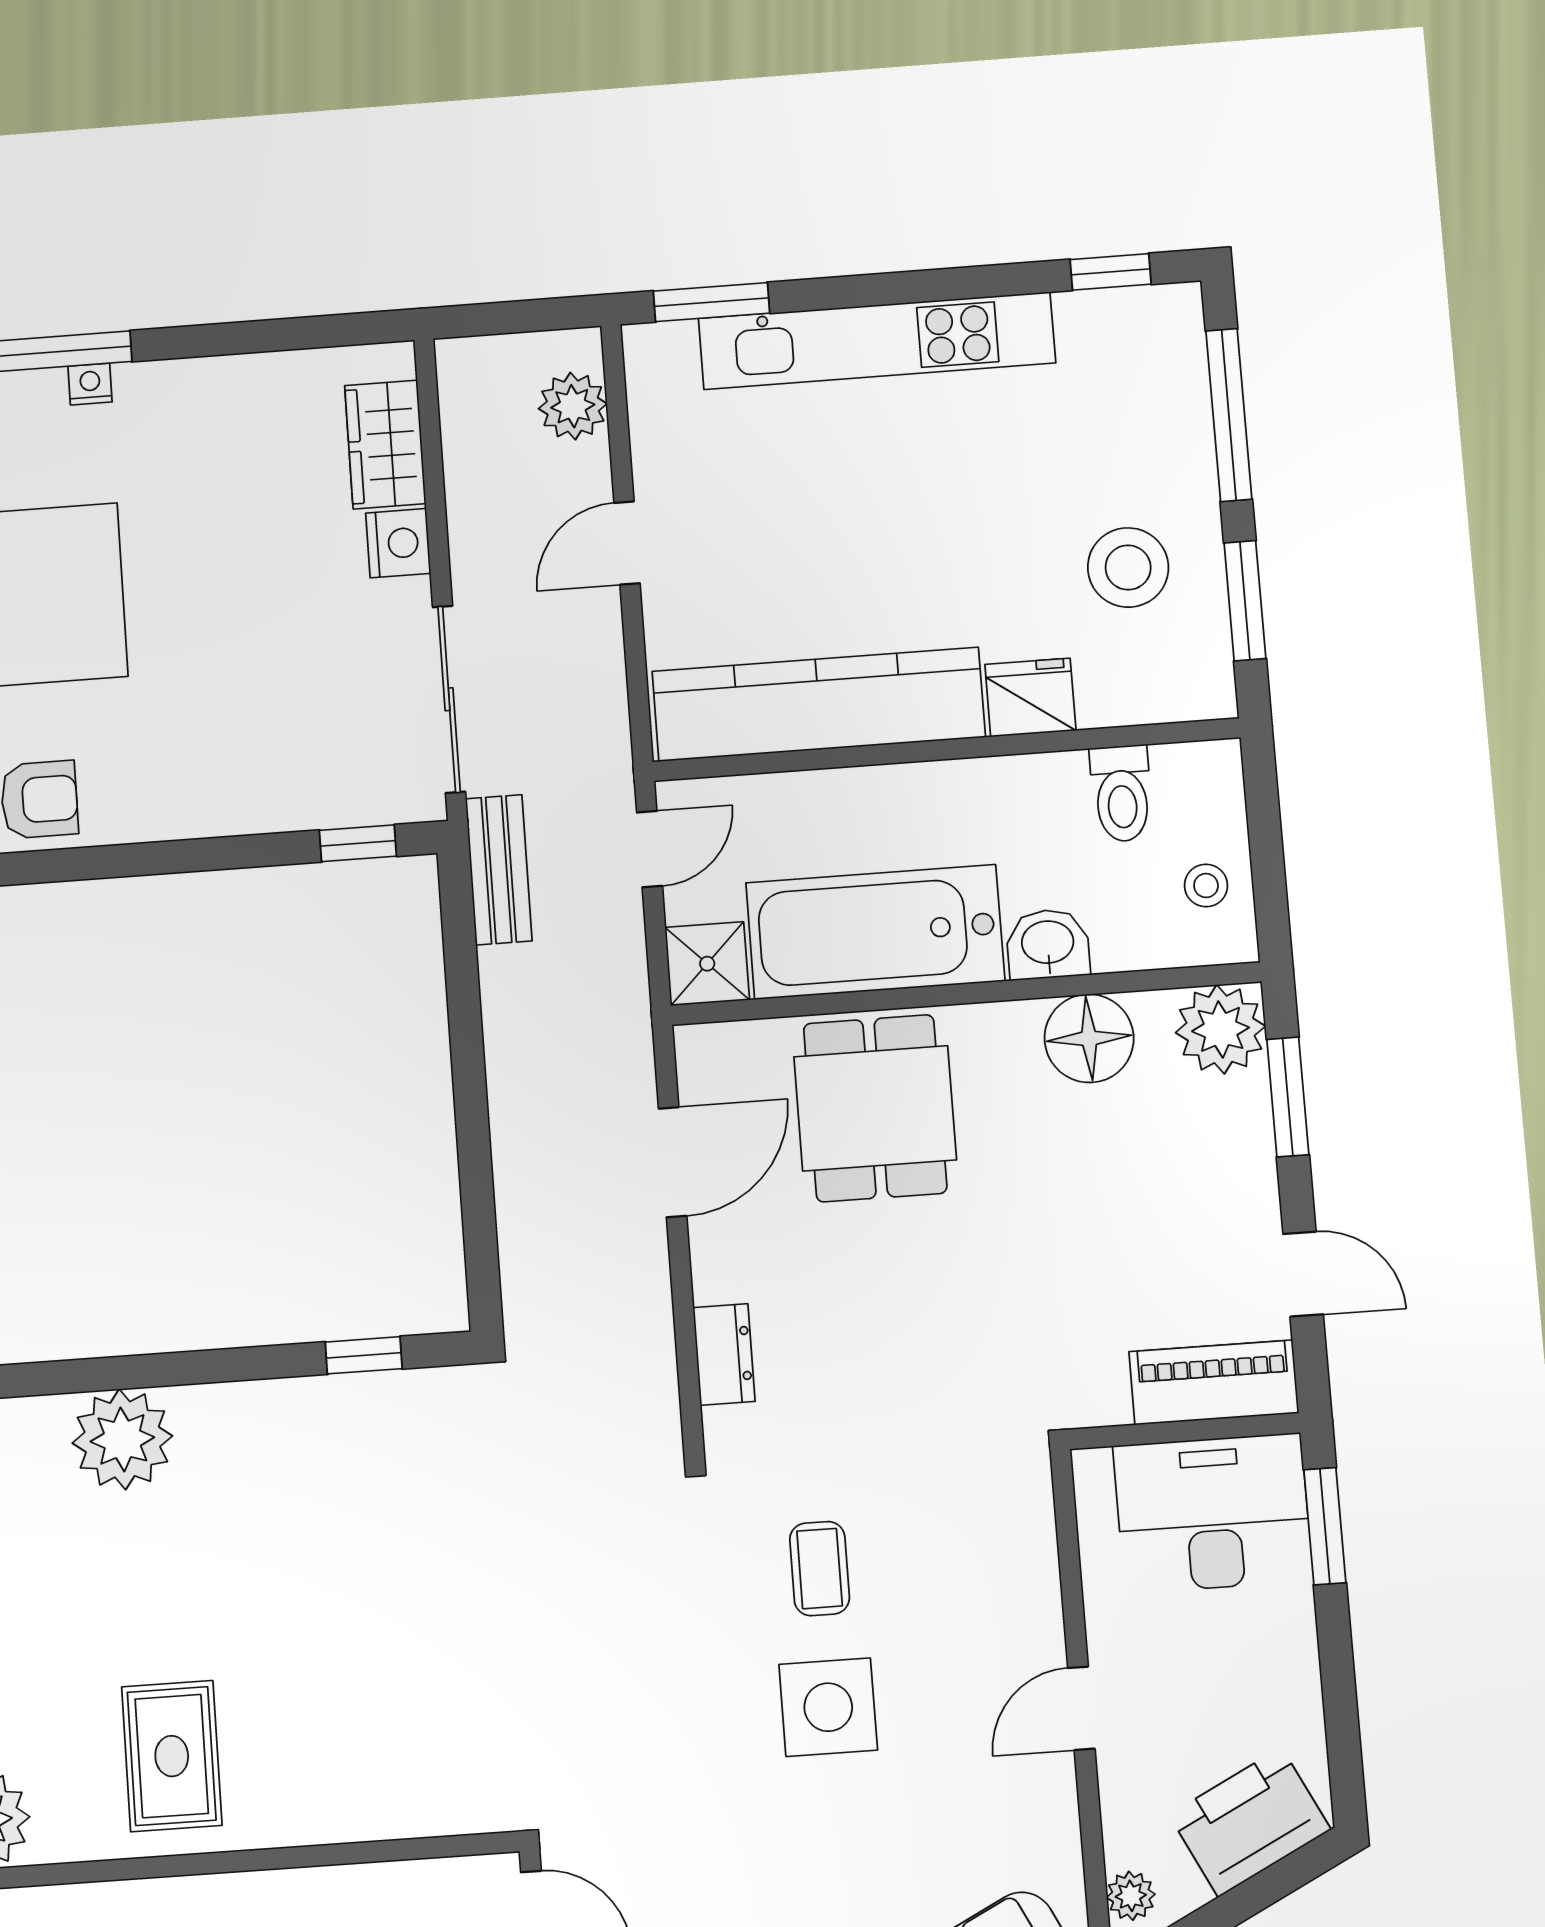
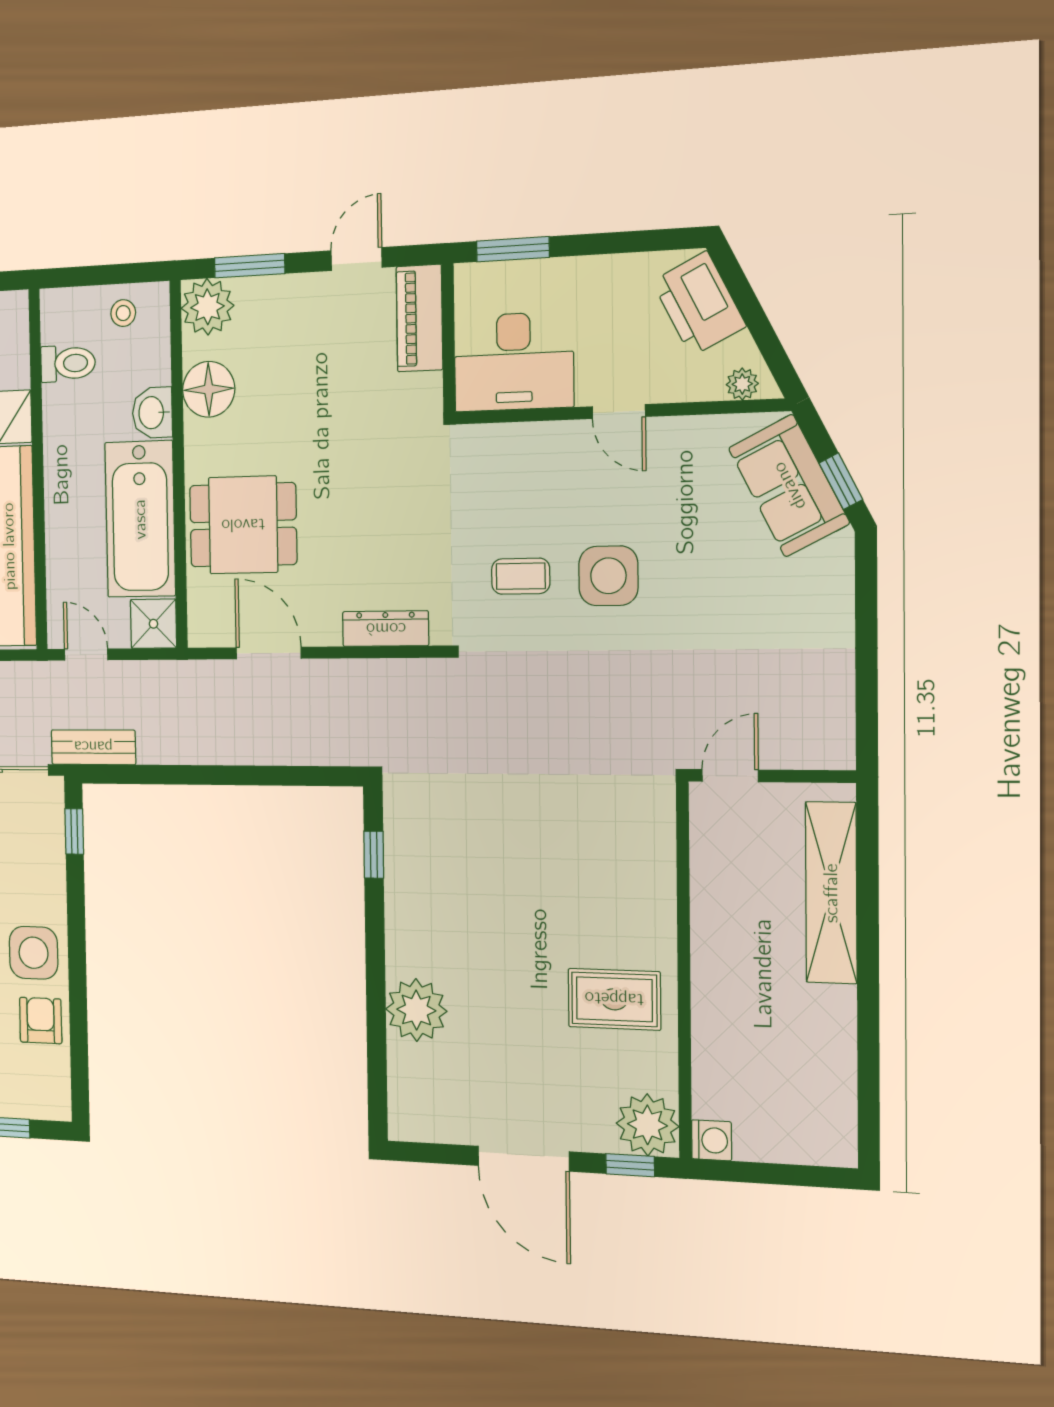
side table: (151, 781) -> (34, 953), added
dresser: (724, 1355) -> (386, 629), width x1.44
desk: (1213, 1513) -> (514, 362), moved, turned -90

